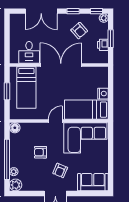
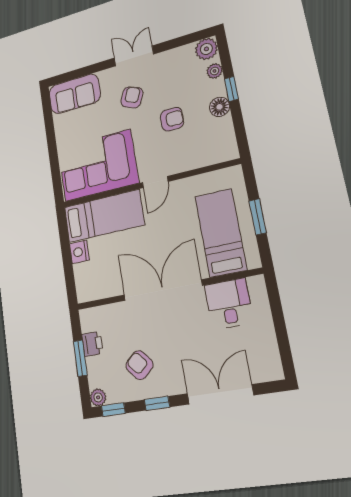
double door: (61, 65) -> (163, 290), swing flipped
floor lamp: (15, 128) -> (220, 107), moved
window: (7, 159) -> (231, 89), width x0.32

